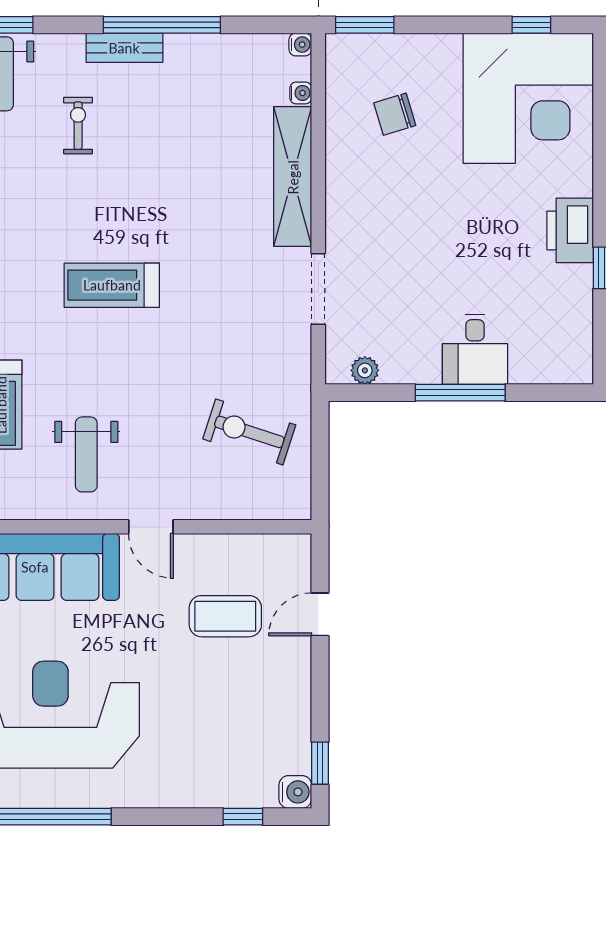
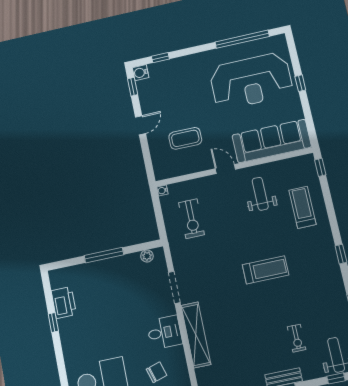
water cooler: (301, 93) -> (162, 190), moved
printer: (570, 230) -> (64, 302), moved
desk: (475, 349) -> (164, 332), moved, turned 90
exercise bike: (249, 432) -> (191, 219), turned 72
door: (320, 614) -> (140, 125), moved

